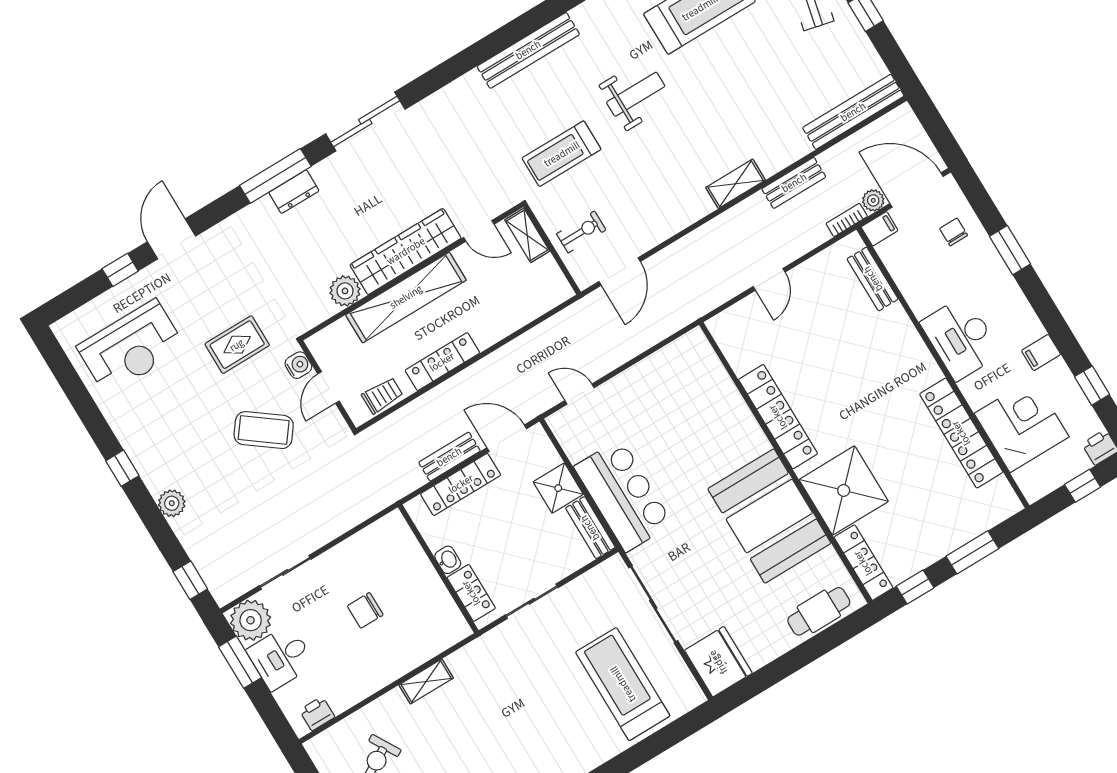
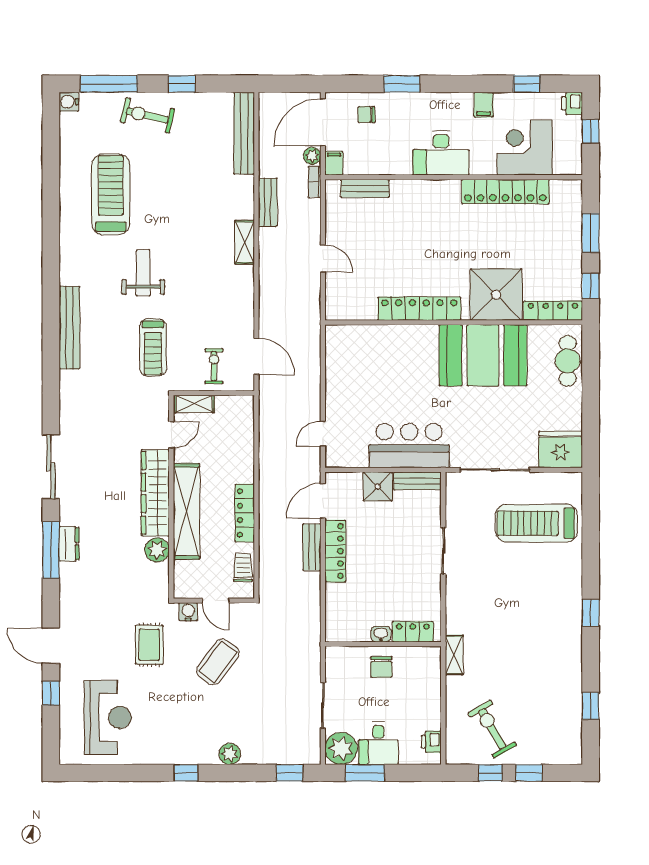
washbasin: (448, 560) -> (381, 634), moved
wall: (438, 569) -> (383, 644), moved
locker: (471, 593) -> (413, 632), moved

